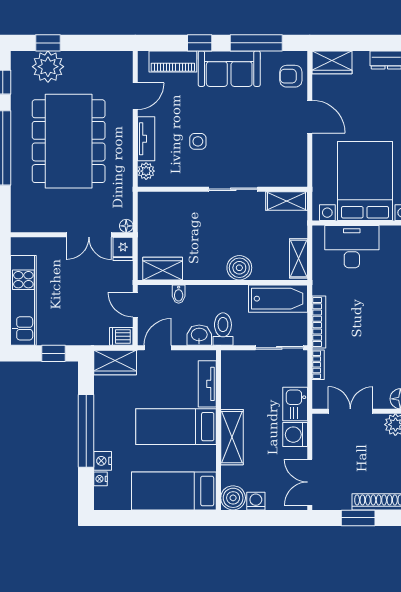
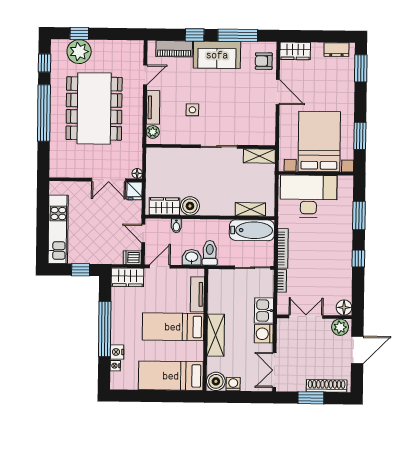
desk: (352, 247) -> (308, 196), width x1.36, depth x1.30
shelving: (298, 258) -> (250, 209), moved, turned 90
boiler: (239, 268) -> (190, 206), moved

